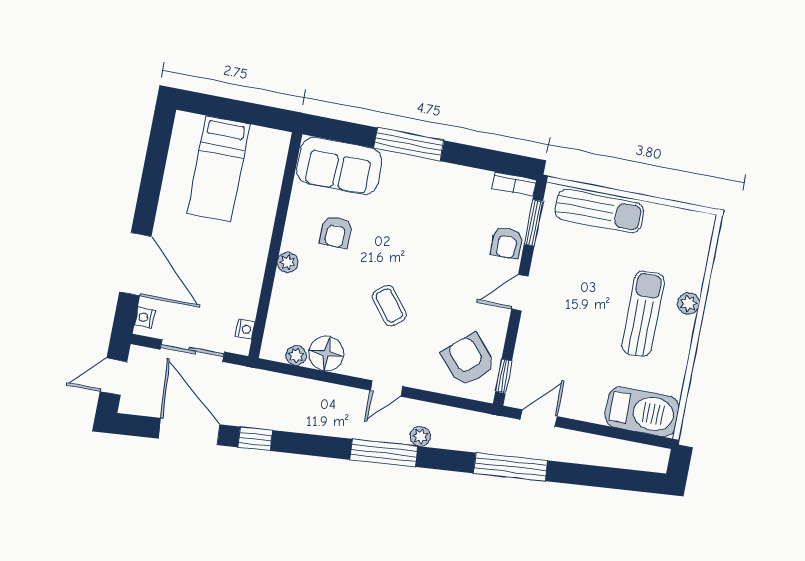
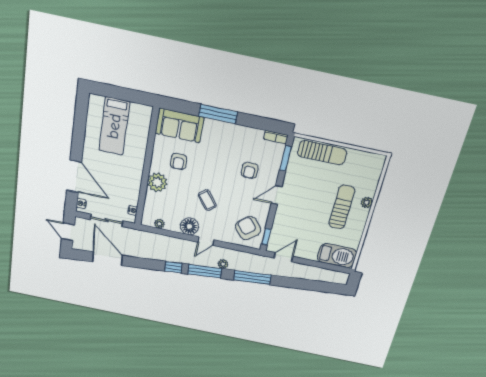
armchair: (507, 243) -> (250, 170), moved
plant: (288, 262) -> (157, 182), width x1.88, depth x1.88
floor lamp: (326, 354) -> (189, 226), moved
door: (114, 377) -> (68, 232), hinge flipped
window: (255, 439) -> (173, 267), moved
window: (510, 467) -> (252, 277), moved

